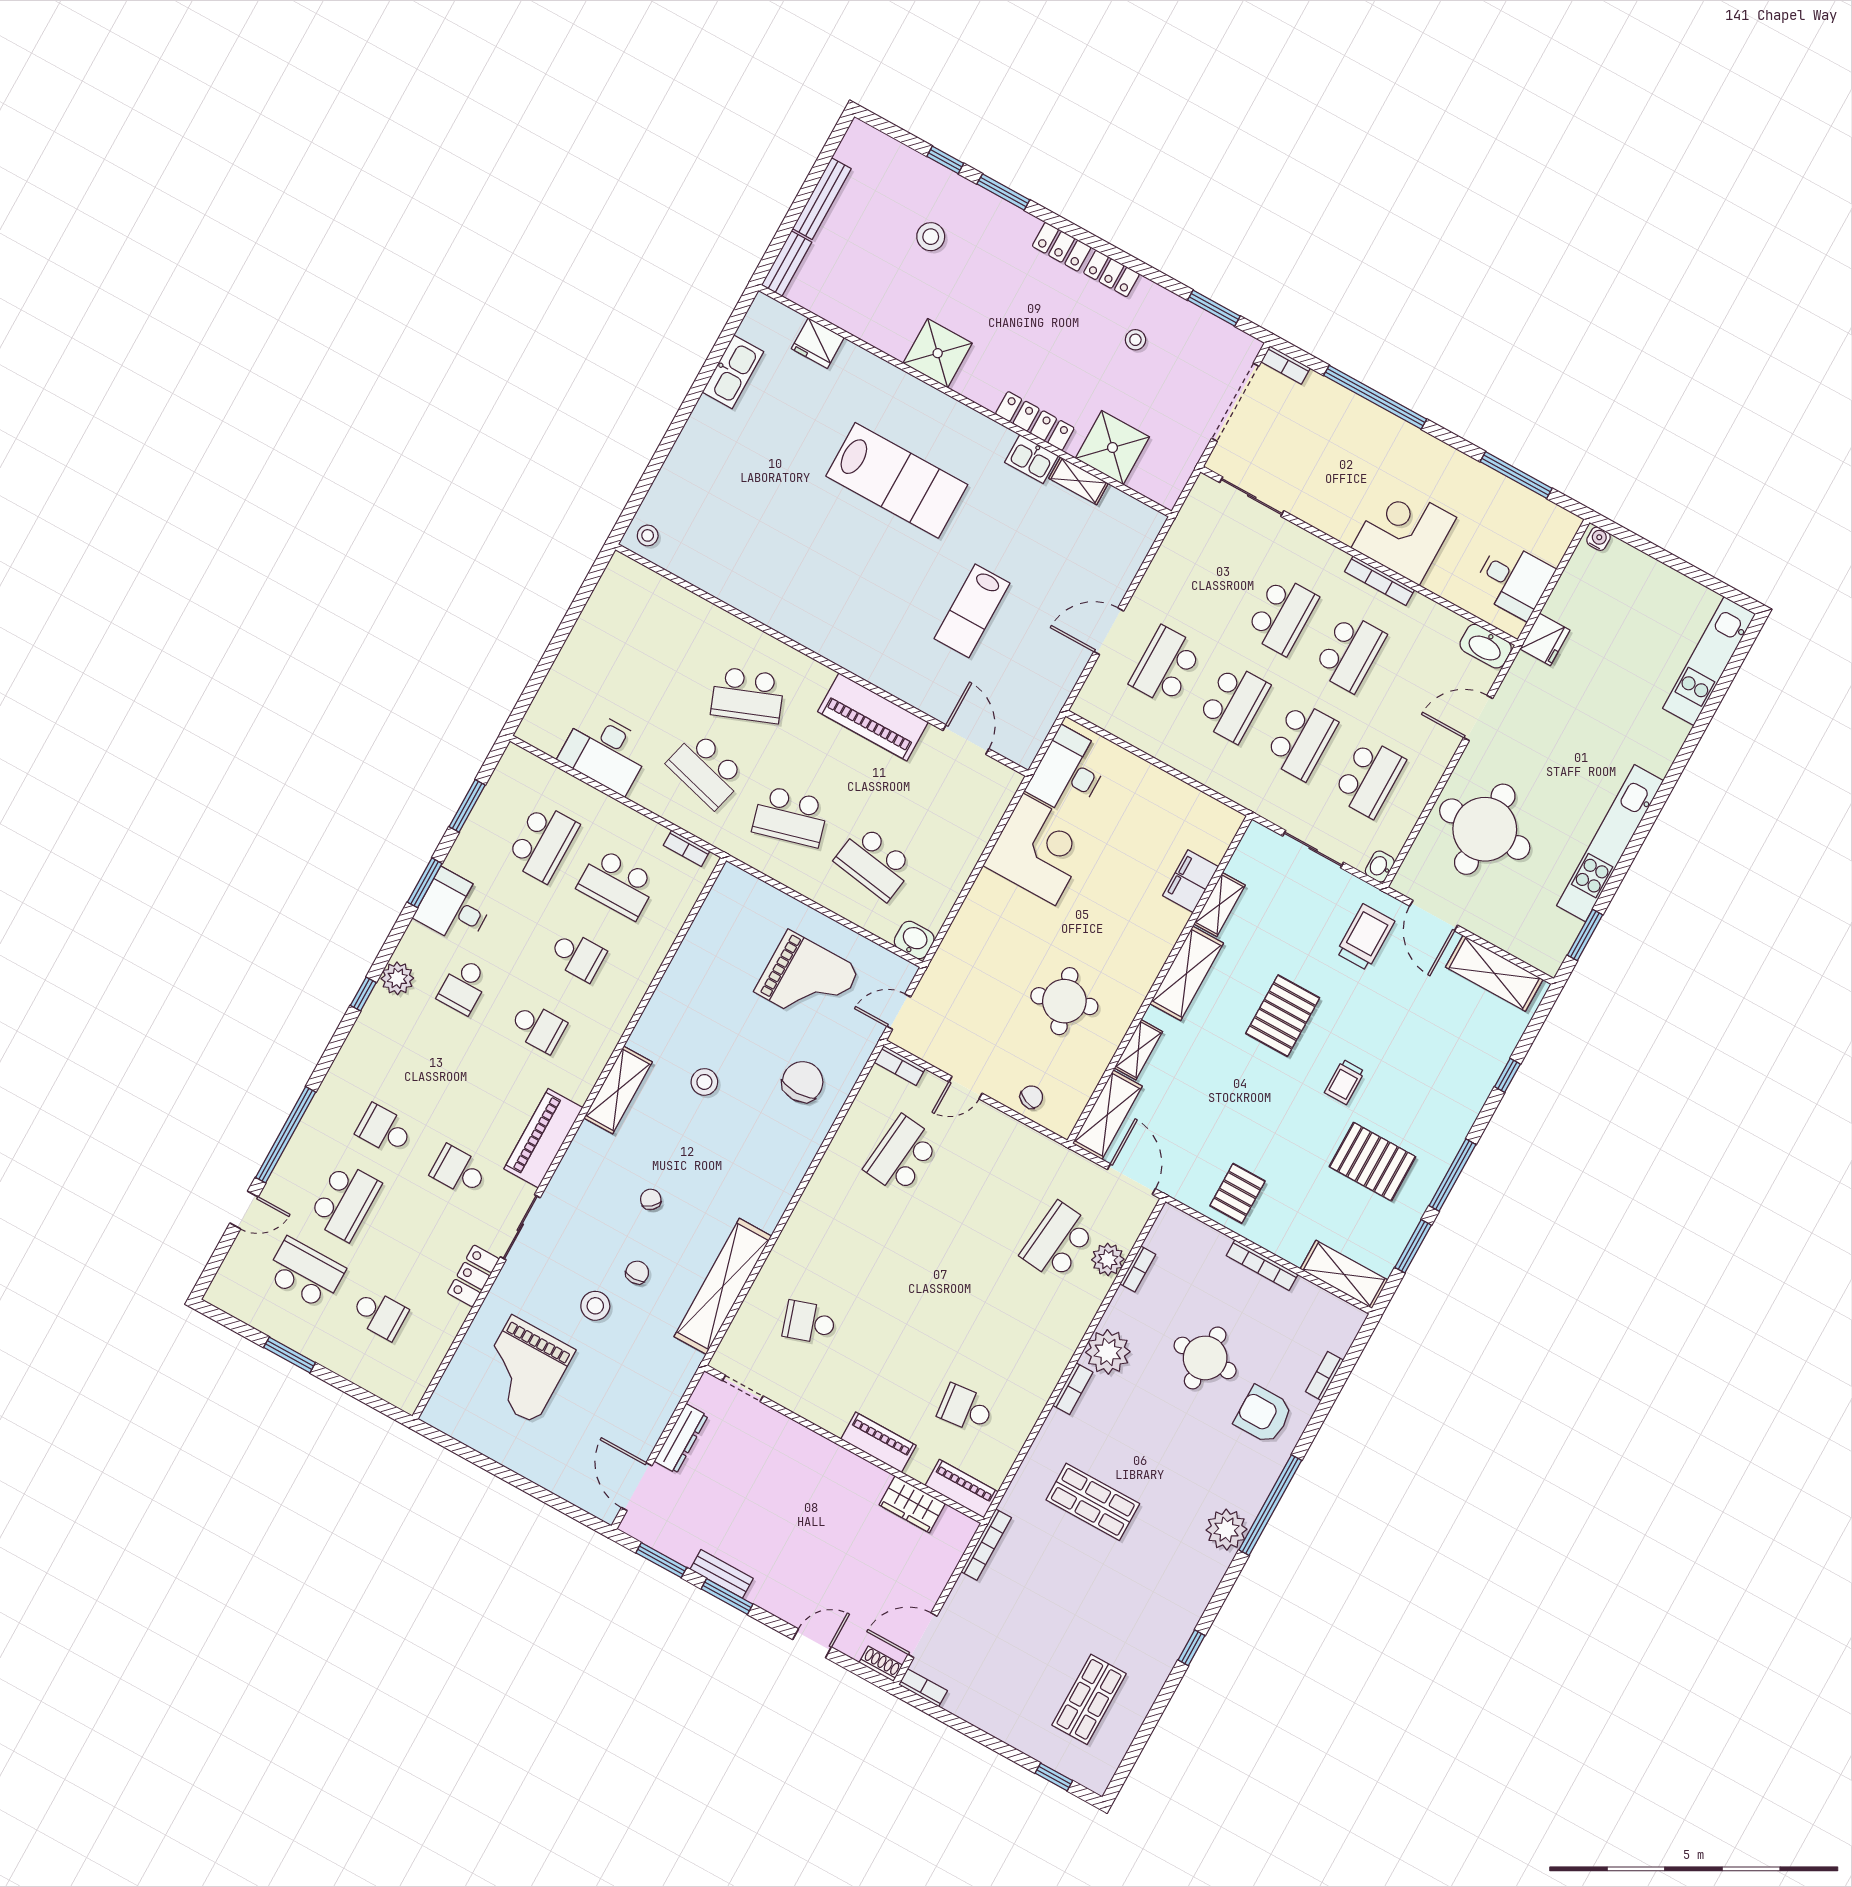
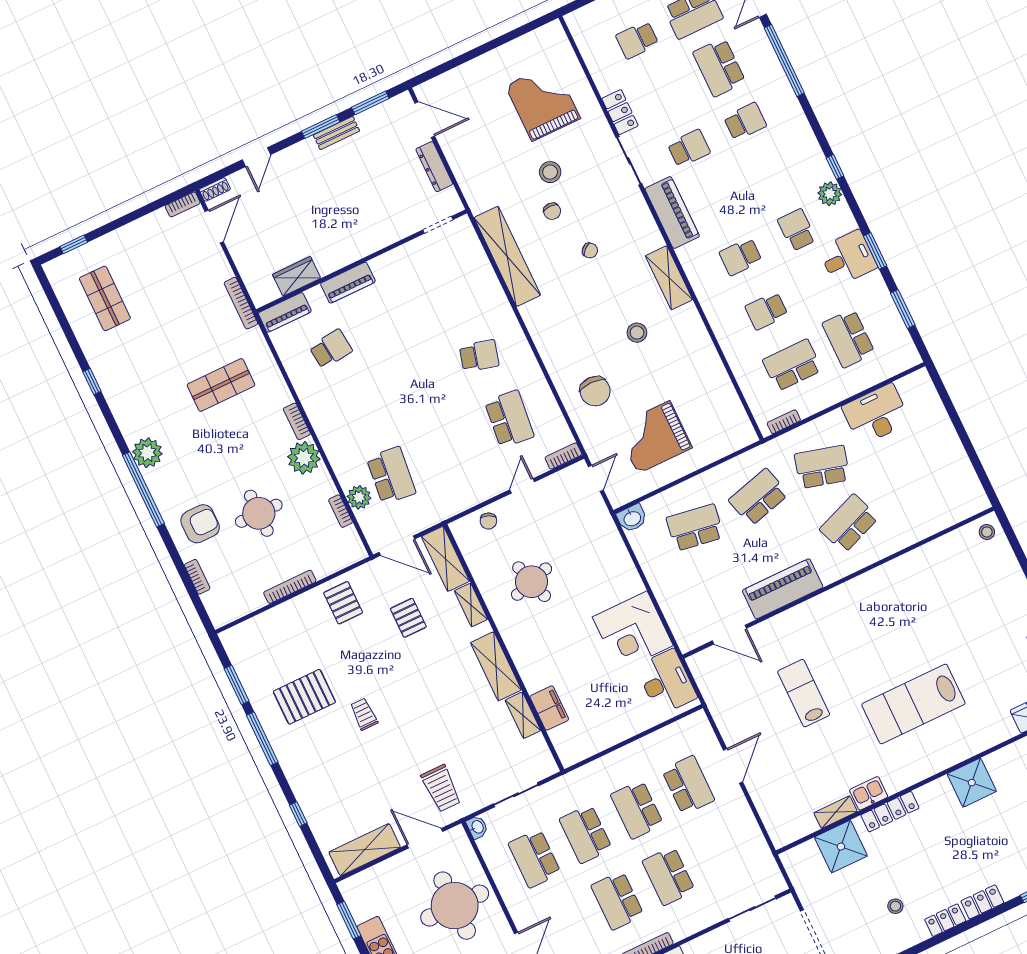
pallet: (1283, 1016) -> (408, 618), moved, width x0.67, depth x0.71
shelving: (1344, 1274) -> (249, 632), removed
school desk: (809, 1322) -> (479, 356), moved, turned 33

